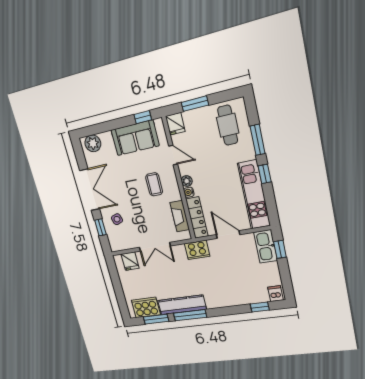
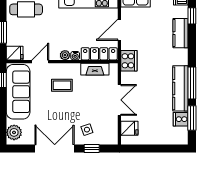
sofa: (135, 138) -> (18, 92), width x1.36
kitchen counter: (239, 298) -> (181, 33), added
cooker: (146, 307) -> (181, 119), width x0.53, depth x0.76

